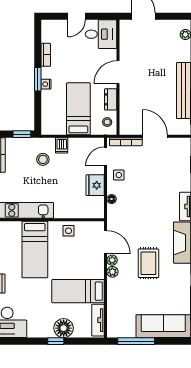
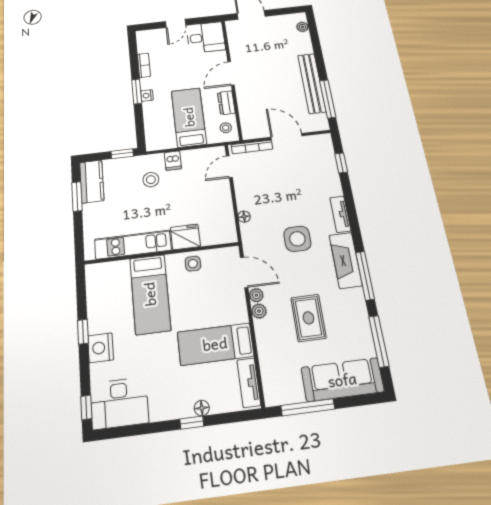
side table: (119, 175) -> (297, 239), moved, width x1.87, depth x1.87
fridge: (95, 185) -> (185, 237), moved, turned 90
rug: (148, 263) -> (308, 318), moved
floor lamp: (64, 328) -> (202, 408), width x0.53, depth x0.53

